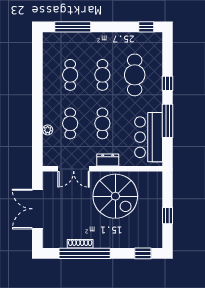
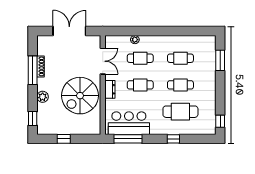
window: (73, 27) -> (220, 60), width x0.69
window: (168, 121) -> (128, 139), moved
double door: (74, 169) -> (103, 61), swing flipped
plant: (117, 241) -> (43, 97), added
window: (85, 253) -> (33, 70), width x0.68

